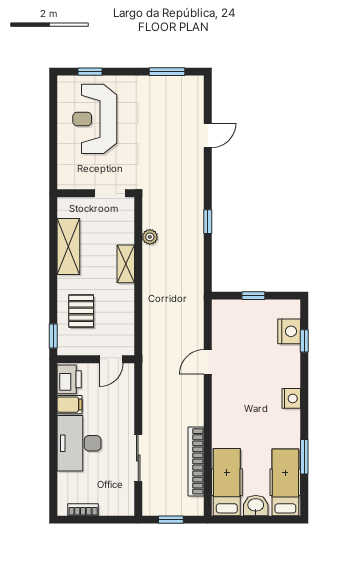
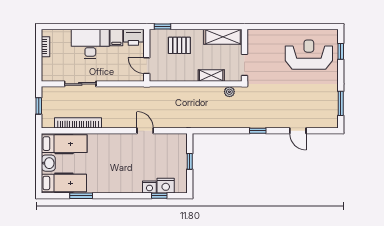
wall: (96, 193) -> (244, 55), moved
doorway: (110, 193) -> (244, 65), moved
window: (208, 222) -> (258, 131), moved
nightstand: (291, 398) -> (149, 187), moved

